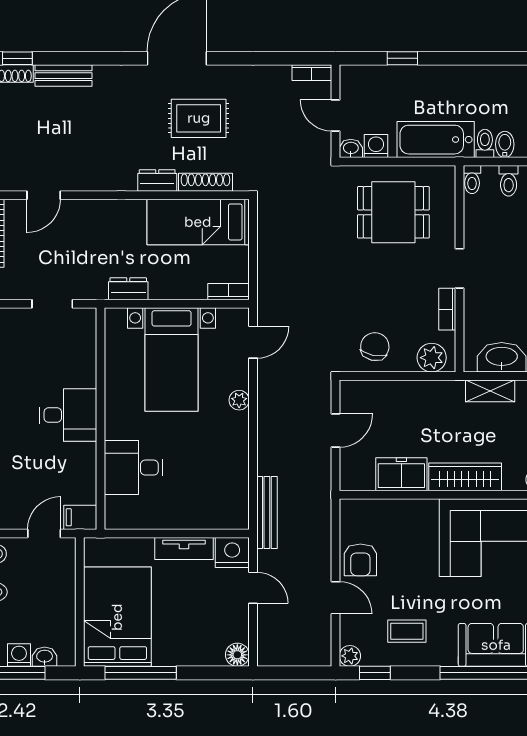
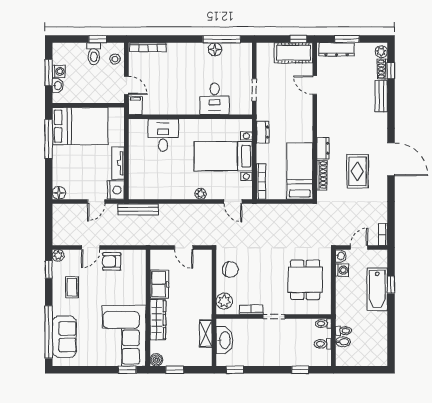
bathtub: (436, 140) -> (377, 289), moved, turned 180
bookcase: (228, 292) -> (261, 181), width x1.56
desk: (68, 415) -> (215, 99), moved

